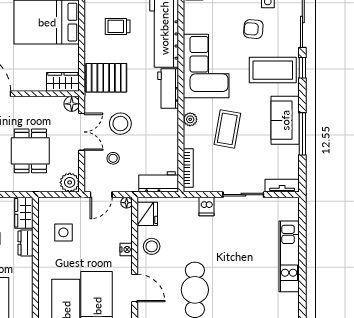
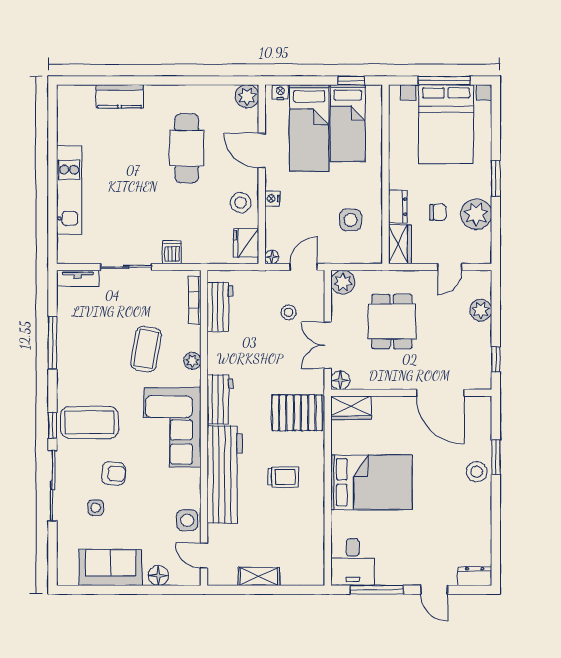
sofa: (285, 120) -> (74, 360), removed
stool: (120, 124) -> (279, 356), removed
workbench: (159, 182) -> (220, 307), moved, turned -90

